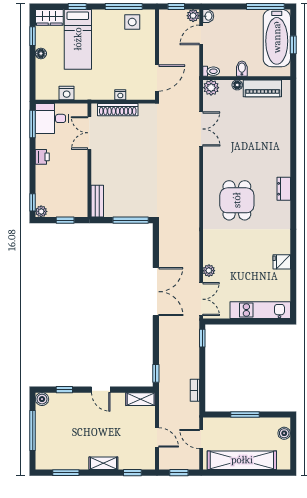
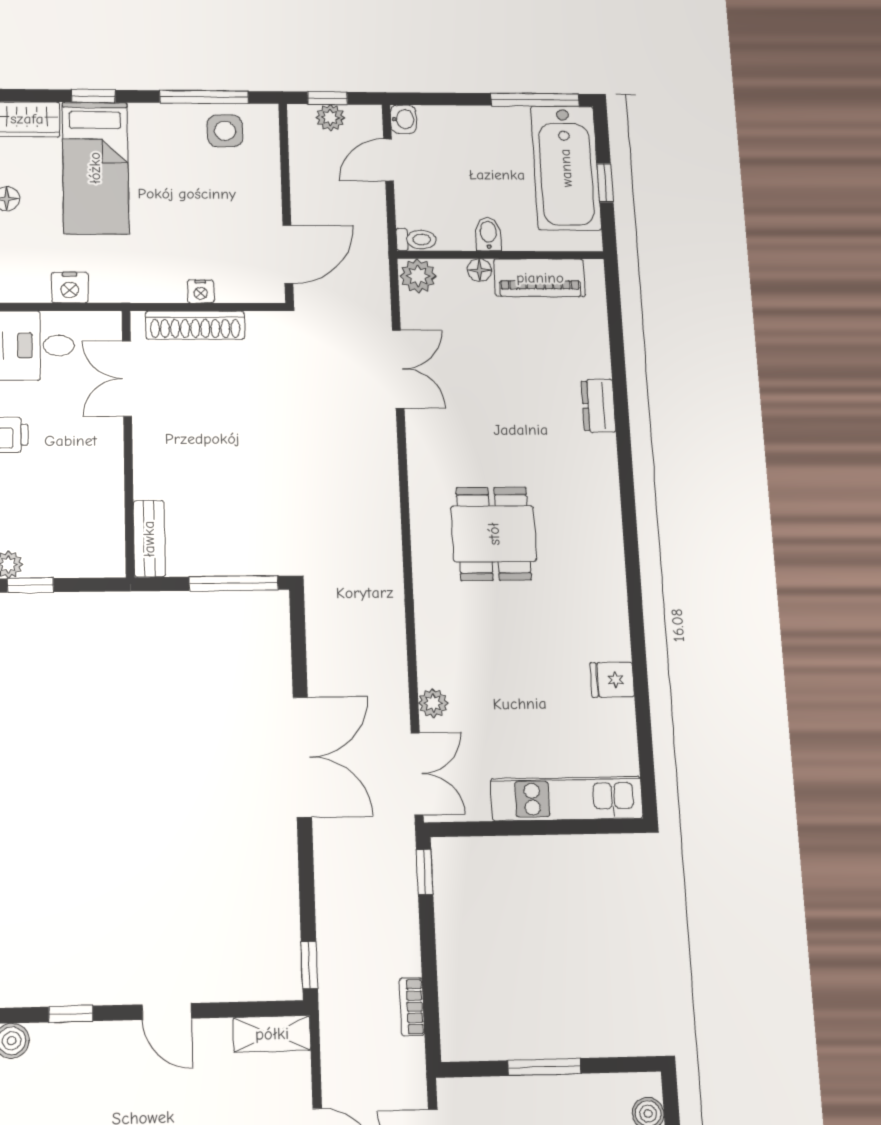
plant: (193, 16) -> (330, 118), moved
dresser: (284, 189) -> (598, 406), moved
window: (65, 220) -> (30, 585), moved

